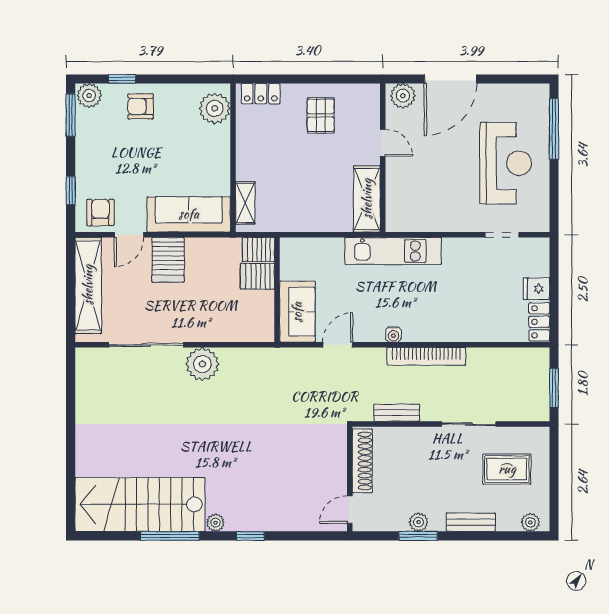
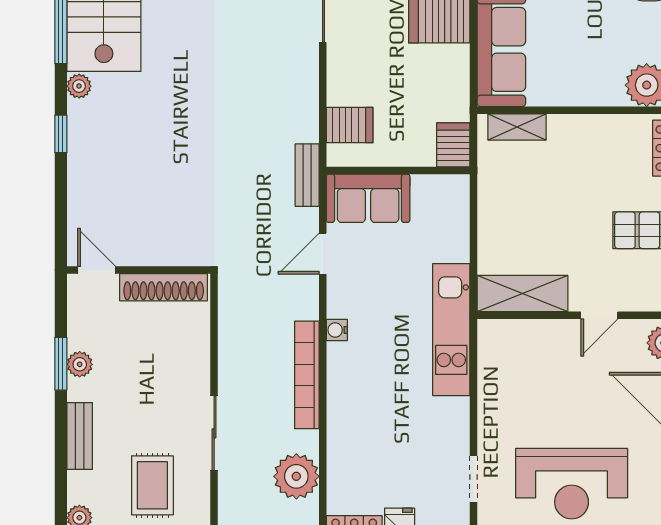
server rack: (257, 276) -> (350, 125), moved, turned 90
door: (338, 345) -> (323, 254), swing flipped
plant: (202, 364) -> (296, 476), moved
bench: (397, 413) -> (307, 175), moved

